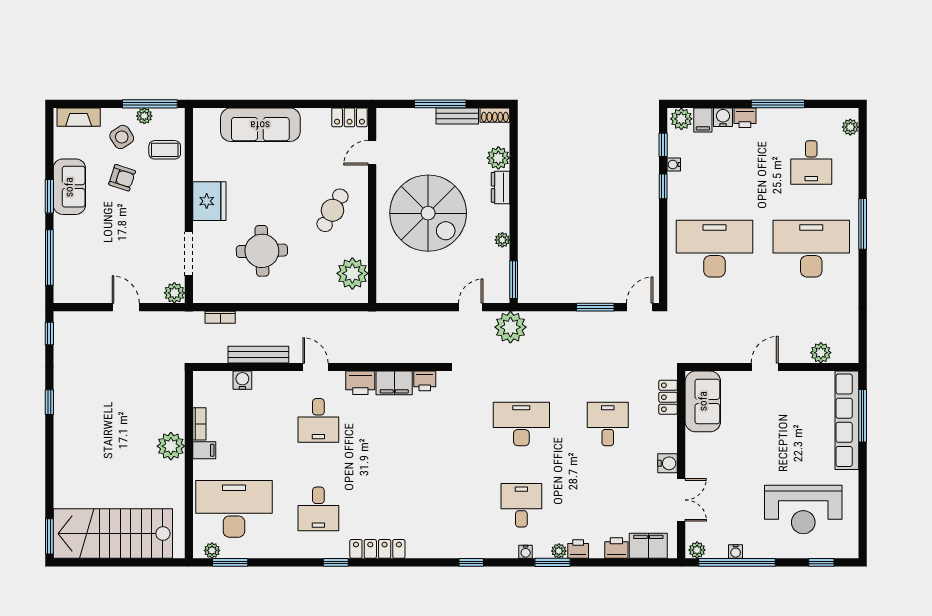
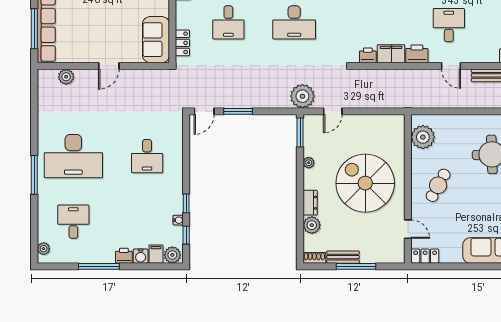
door: (372, 153) -> (408, 229), hinge flipped
desk: (715, 249) -> (147, 156), width x0.53, depth x0.77

